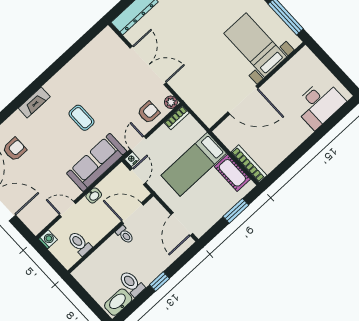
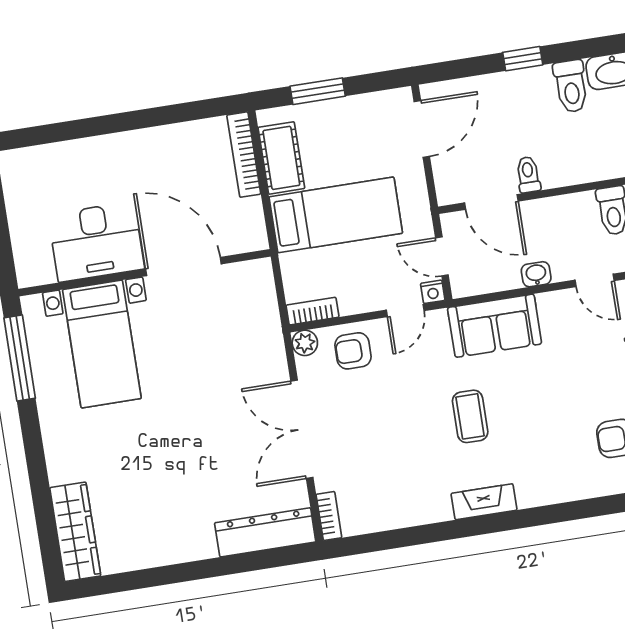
bookcase: (113, 37) -> (329, 516), added
fireplace: (34, 102) -> (484, 502), moved
desk: (319, 104) -> (96, 242), moved, turned 180
sofa: (97, 162) -> (495, 326), width x0.73
door: (138, 177) -> (442, 256), hinge flipped

